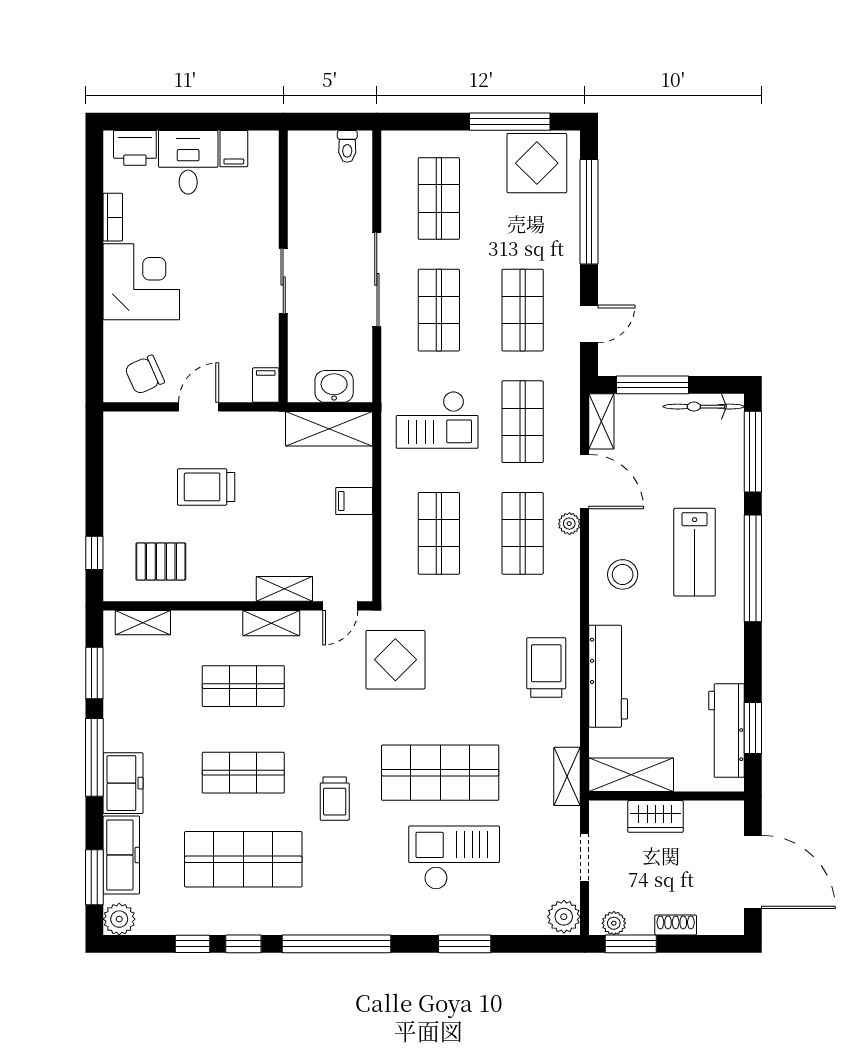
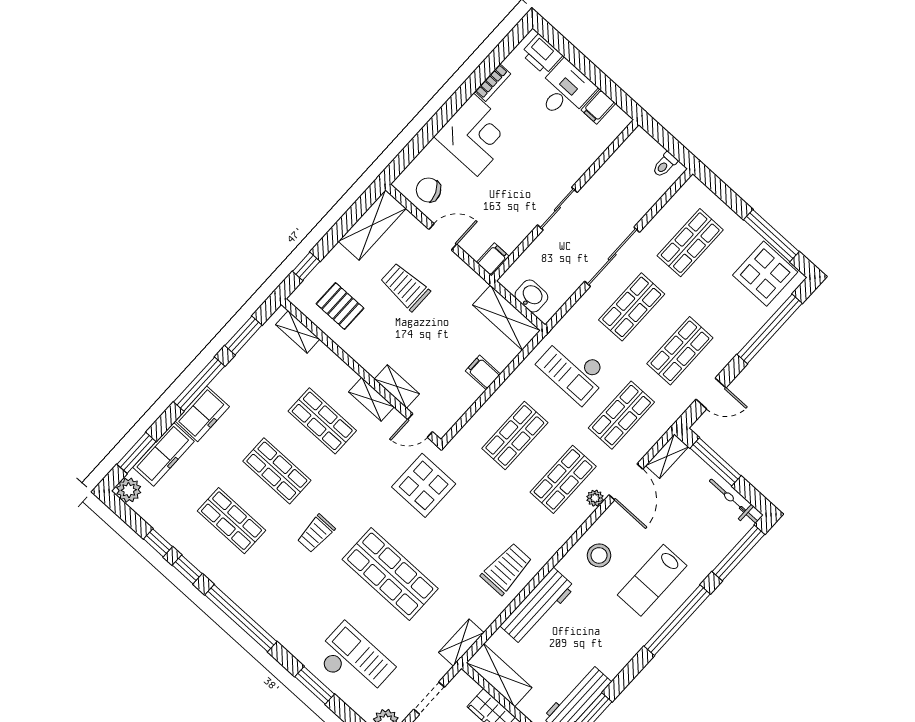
shelving: (121, 456) -> (372, 225), added
checkout: (454, 858) -> (354, 662), moved
shop shelf: (243, 859) -> (231, 521), width x0.70, depth x0.74

